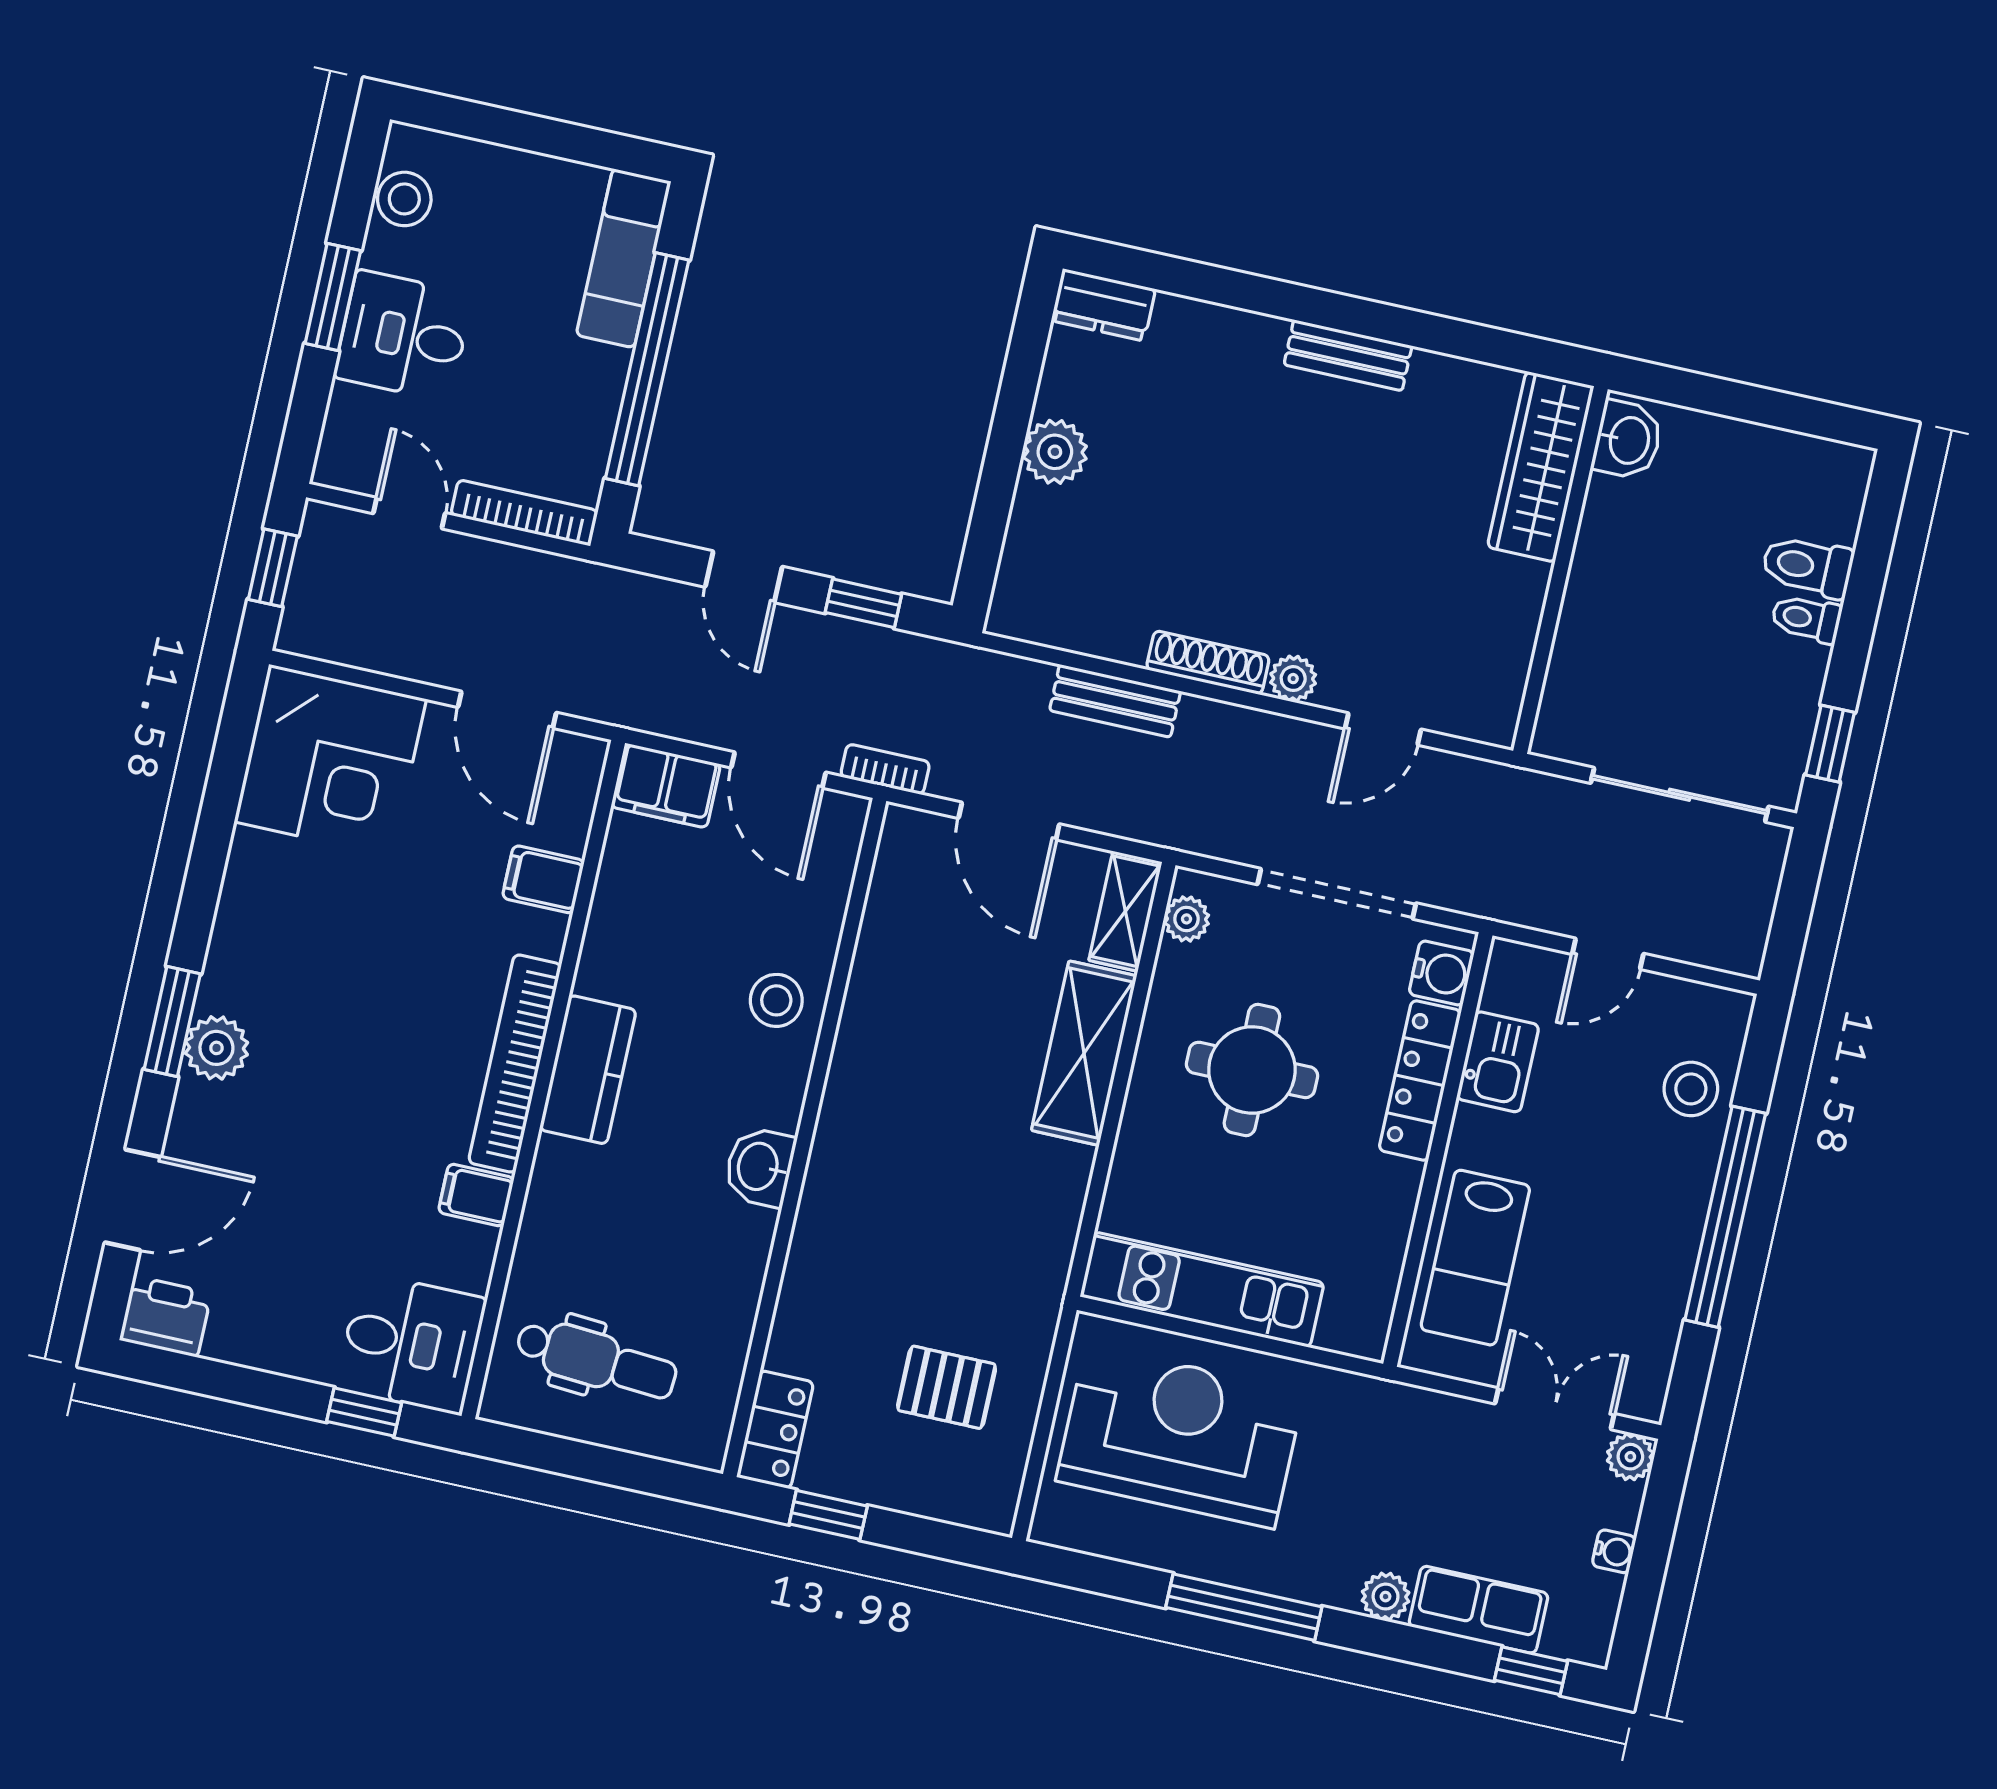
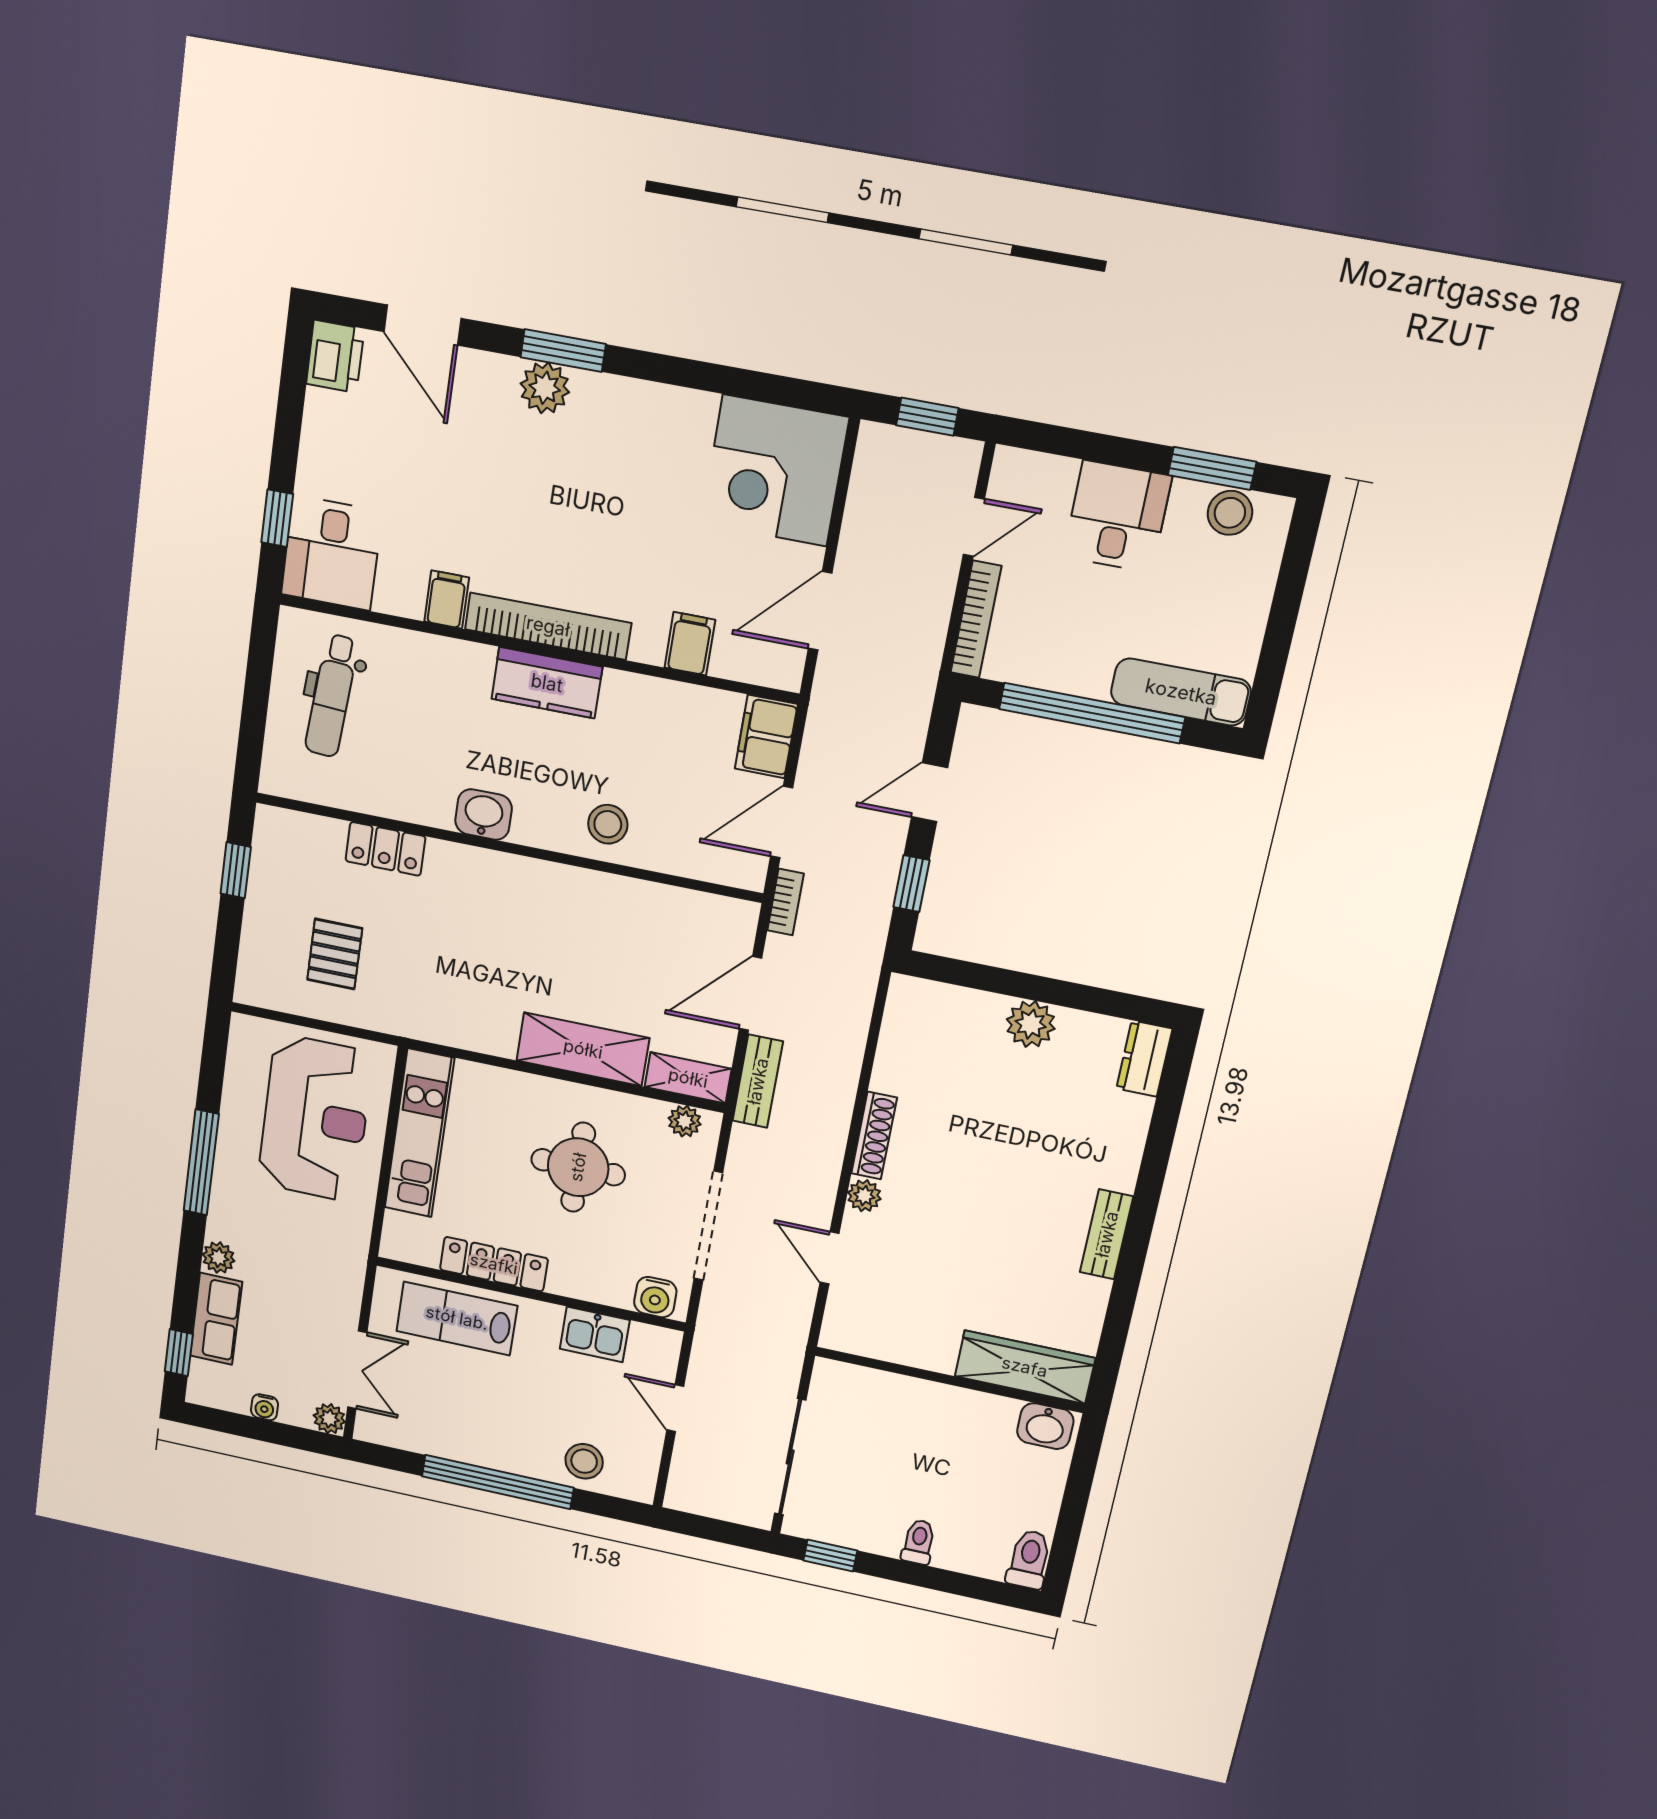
window: (333, 297) -> (1212, 468), moved
toilet: (1807, 566) -> (1029, 1559), moved
bench: (1115, 701) -> (758, 1081), moved
locker: (1420, 1080) -> (494, 1264), moved
locker: (775, 1430) -> (385, 849), moved

